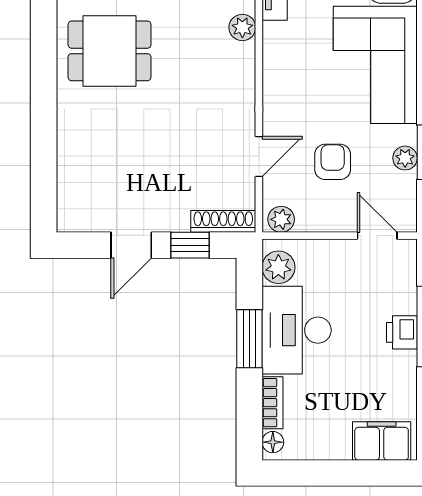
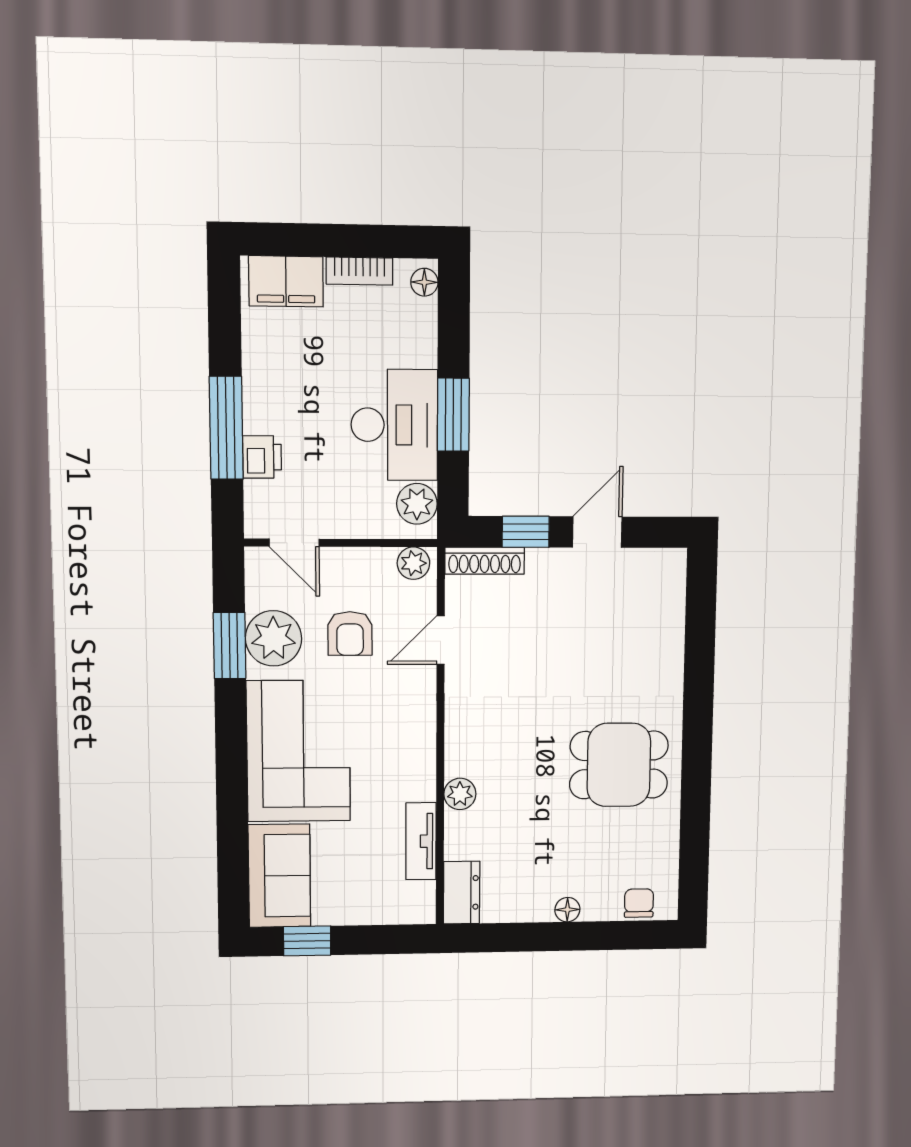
plant: (405, 158) -> (273, 638), width x1.87, depth x1.87
printer: (402, 332) -> (262, 457), moved
bookcase: (272, 403) -> (359, 271), moved, turned -90

